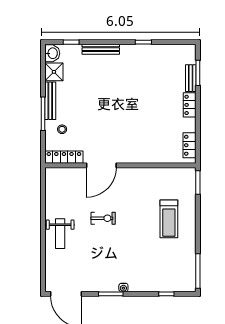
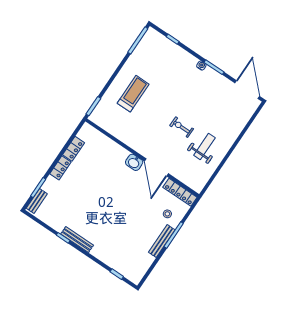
bench: (101, 49) -> (77, 240), moved
washbasin: (52, 53) -> (134, 162), moved, turned -90
shower: (54, 72) -> (145, 261), removed
bench: (191, 78) -> (37, 201), moved
locker: (189, 145) -> (74, 149), moved
door: (101, 165) -> (156, 167), swing flipped
weight bench: (60, 234) -> (204, 147), moved

